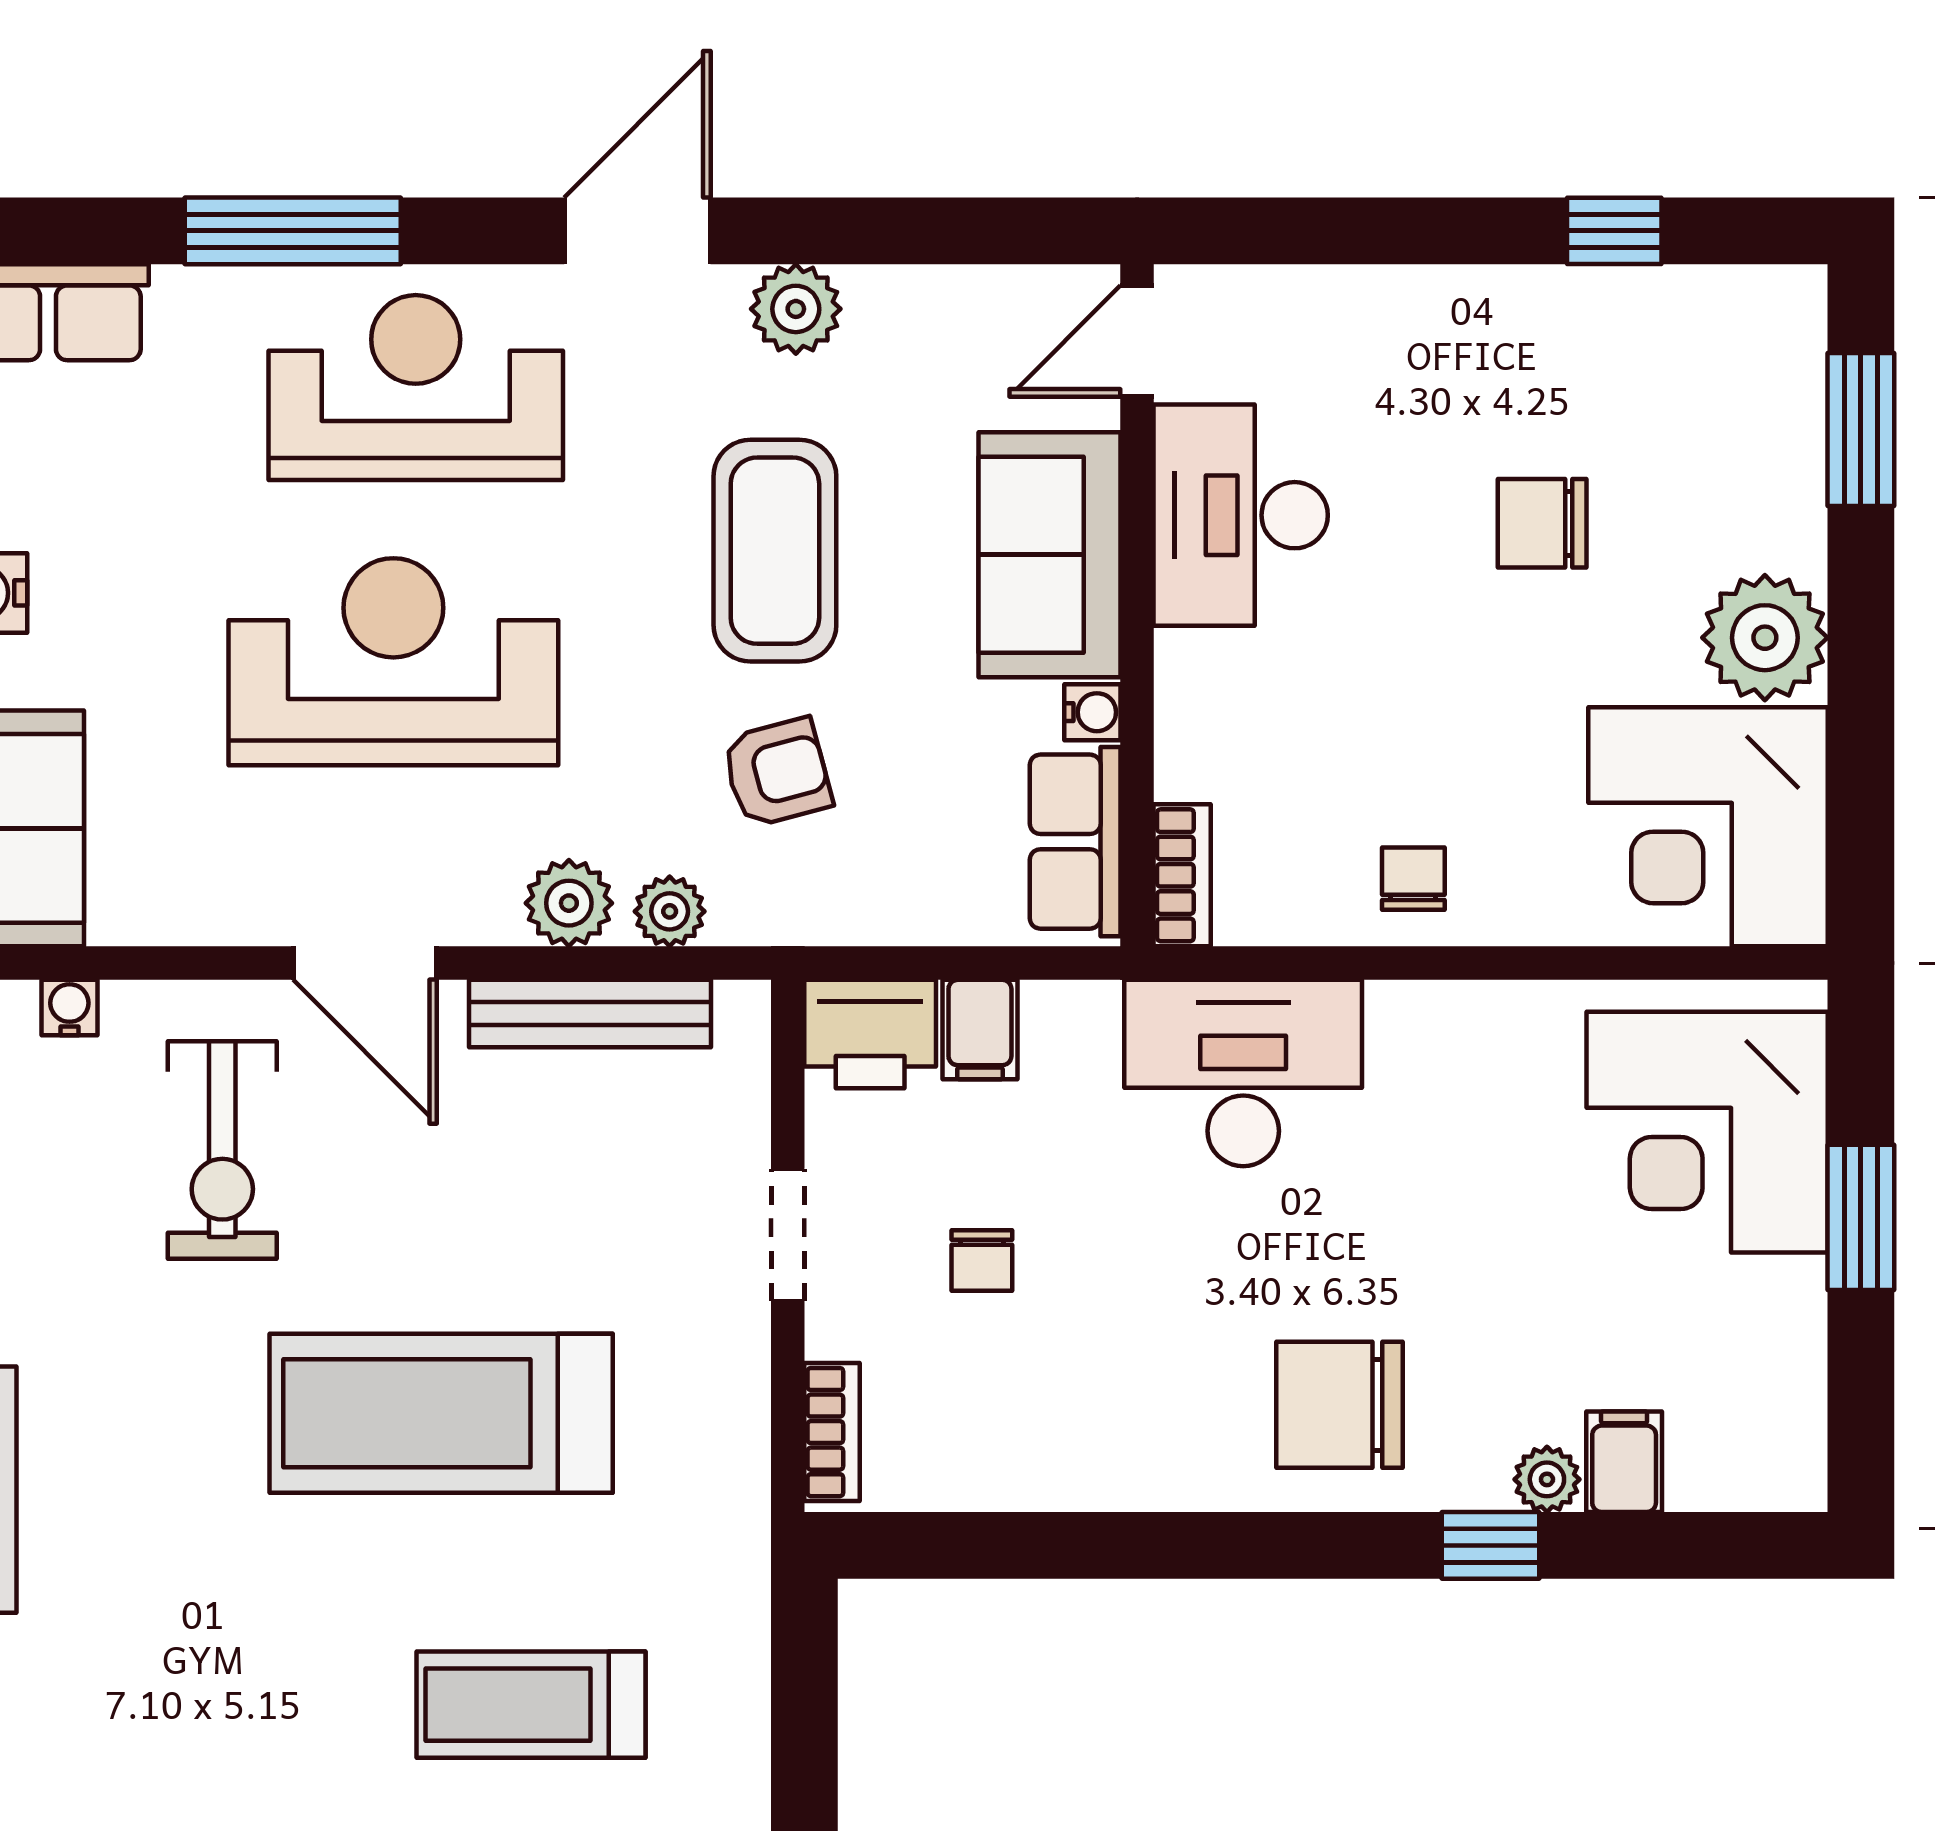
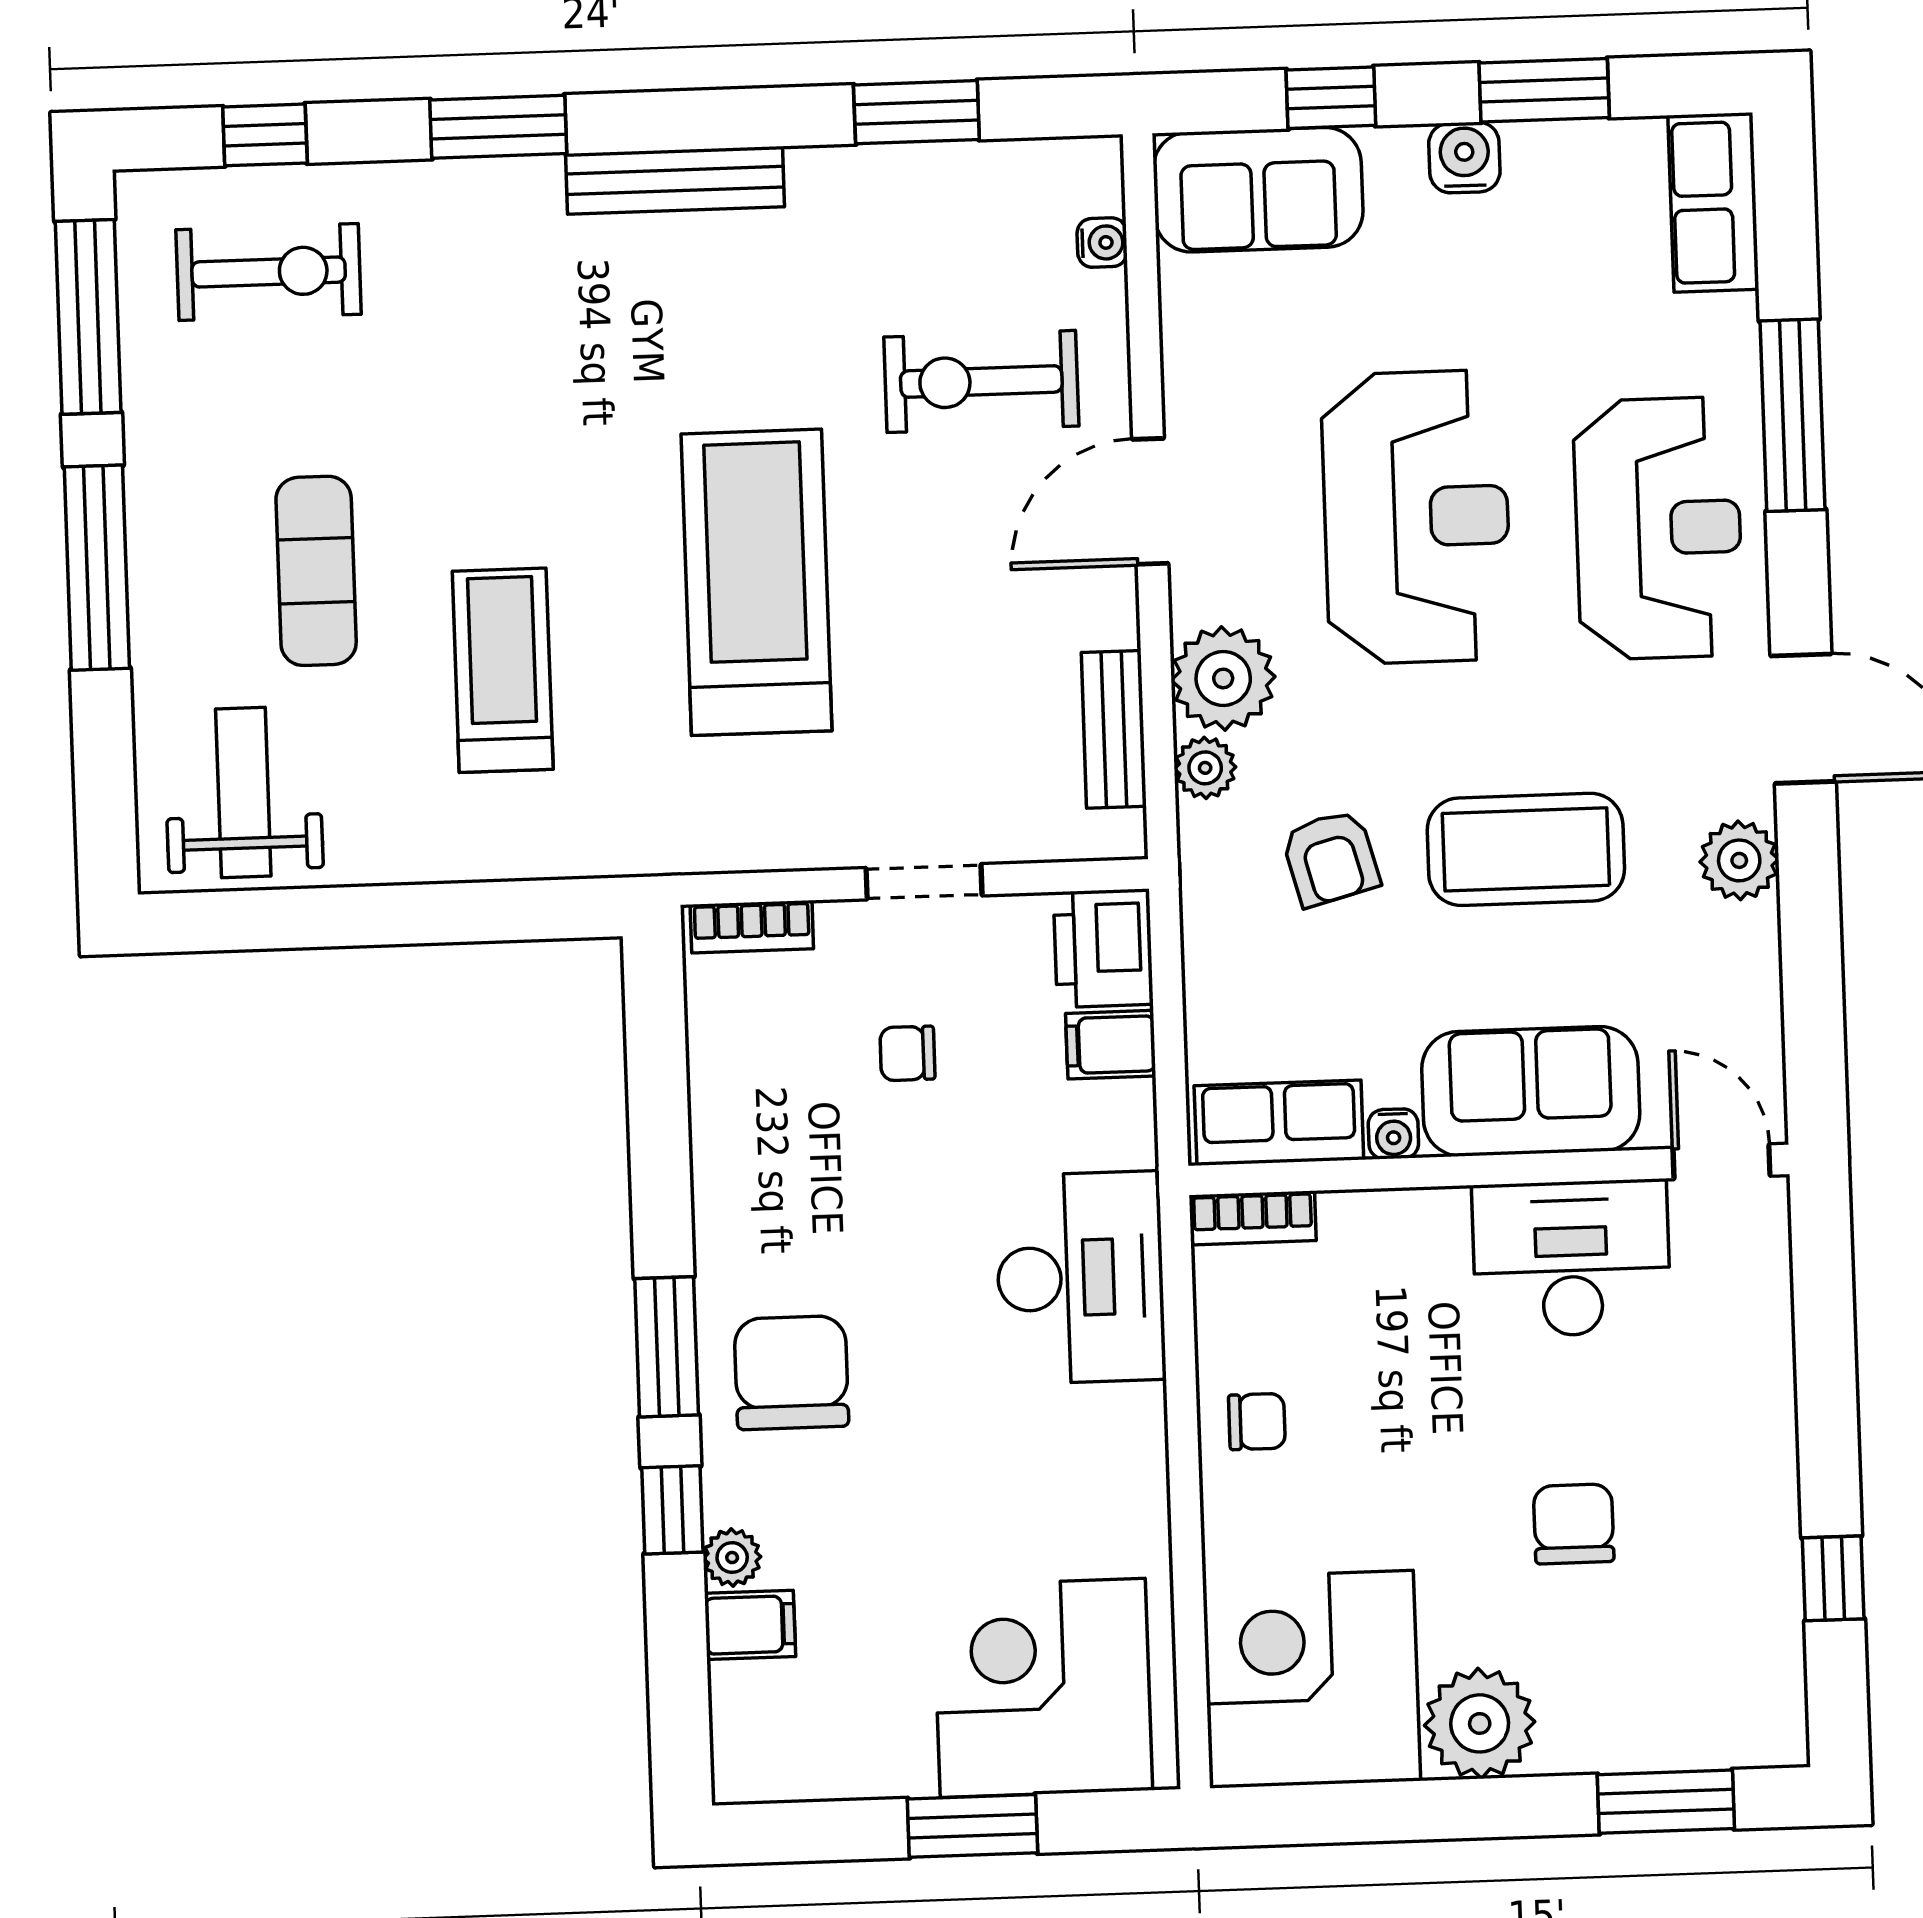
plant: (569, 903) -> (1223, 678), width x1.36, depth x1.36
bench: (590, 1013) -> (1114, 729), width x0.73
window: (1305, 1545) -> (667, 1347), added

